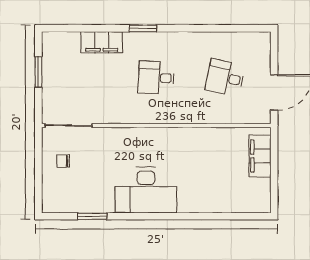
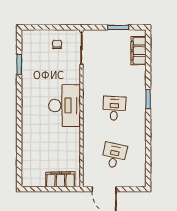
filing cabinet: (102, 42) -> (139, 51), moved
desk: (146, 190) -> (65, 106), moved, turned 180

